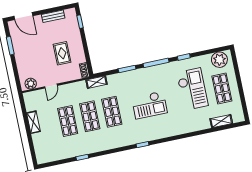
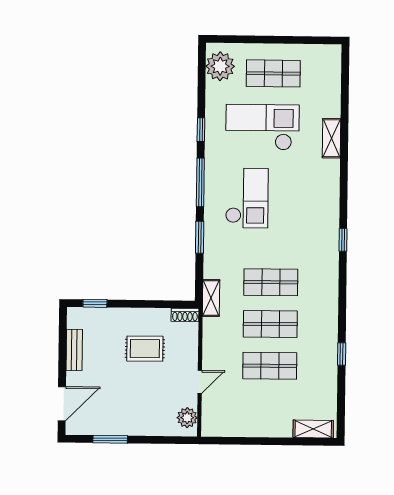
door: (51, 86) -> (200, 382), hinge flipped
checkout: (149, 105) -> (247, 198), moved
shelving: (221, 121) -> (332, 138), moved
shelving: (33, 122) -> (313, 429), moved

